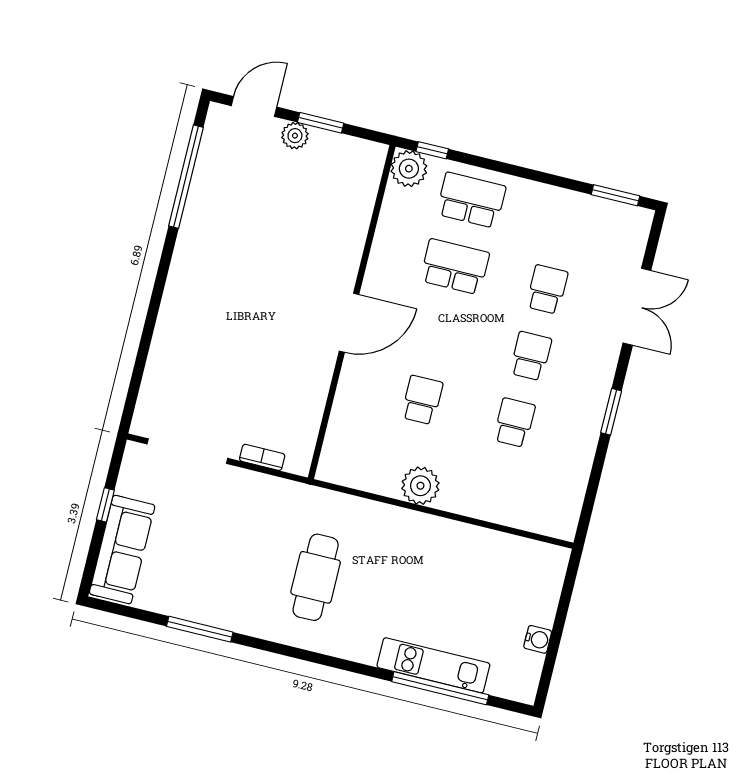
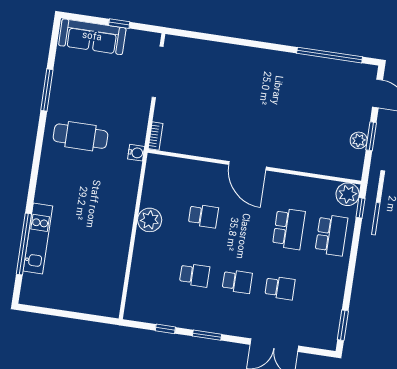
plant: (295, 136) -> (359, 140), moved
bookcase: (262, 457) -> (156, 136), moved
window: (595, 477) -> (165, 329), added
cafe table: (316, 577) -> (81, 136), moved
water cooler: (538, 639) -> (136, 153), moved, turned -90

